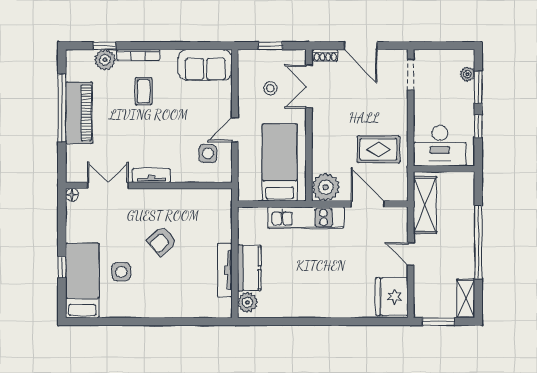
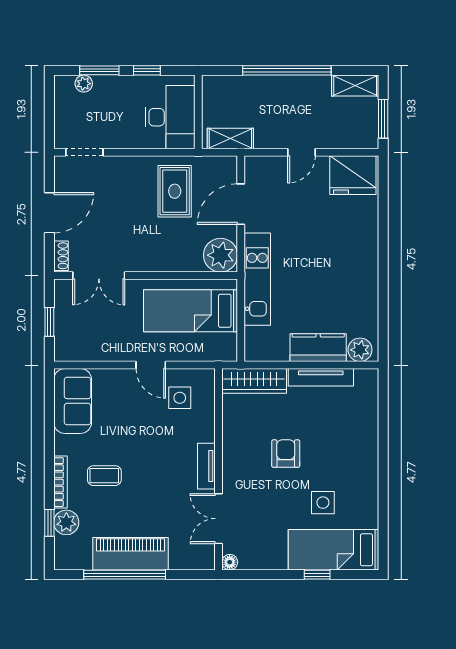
stool: (270, 88) -> (101, 322), removed
shelving: (425, 205) -> (230, 139), width x0.67, depth x0.75
wardrobe: (222, 215) -> (254, 381), added
armchair: (162, 241) -> (286, 454), turned -138

